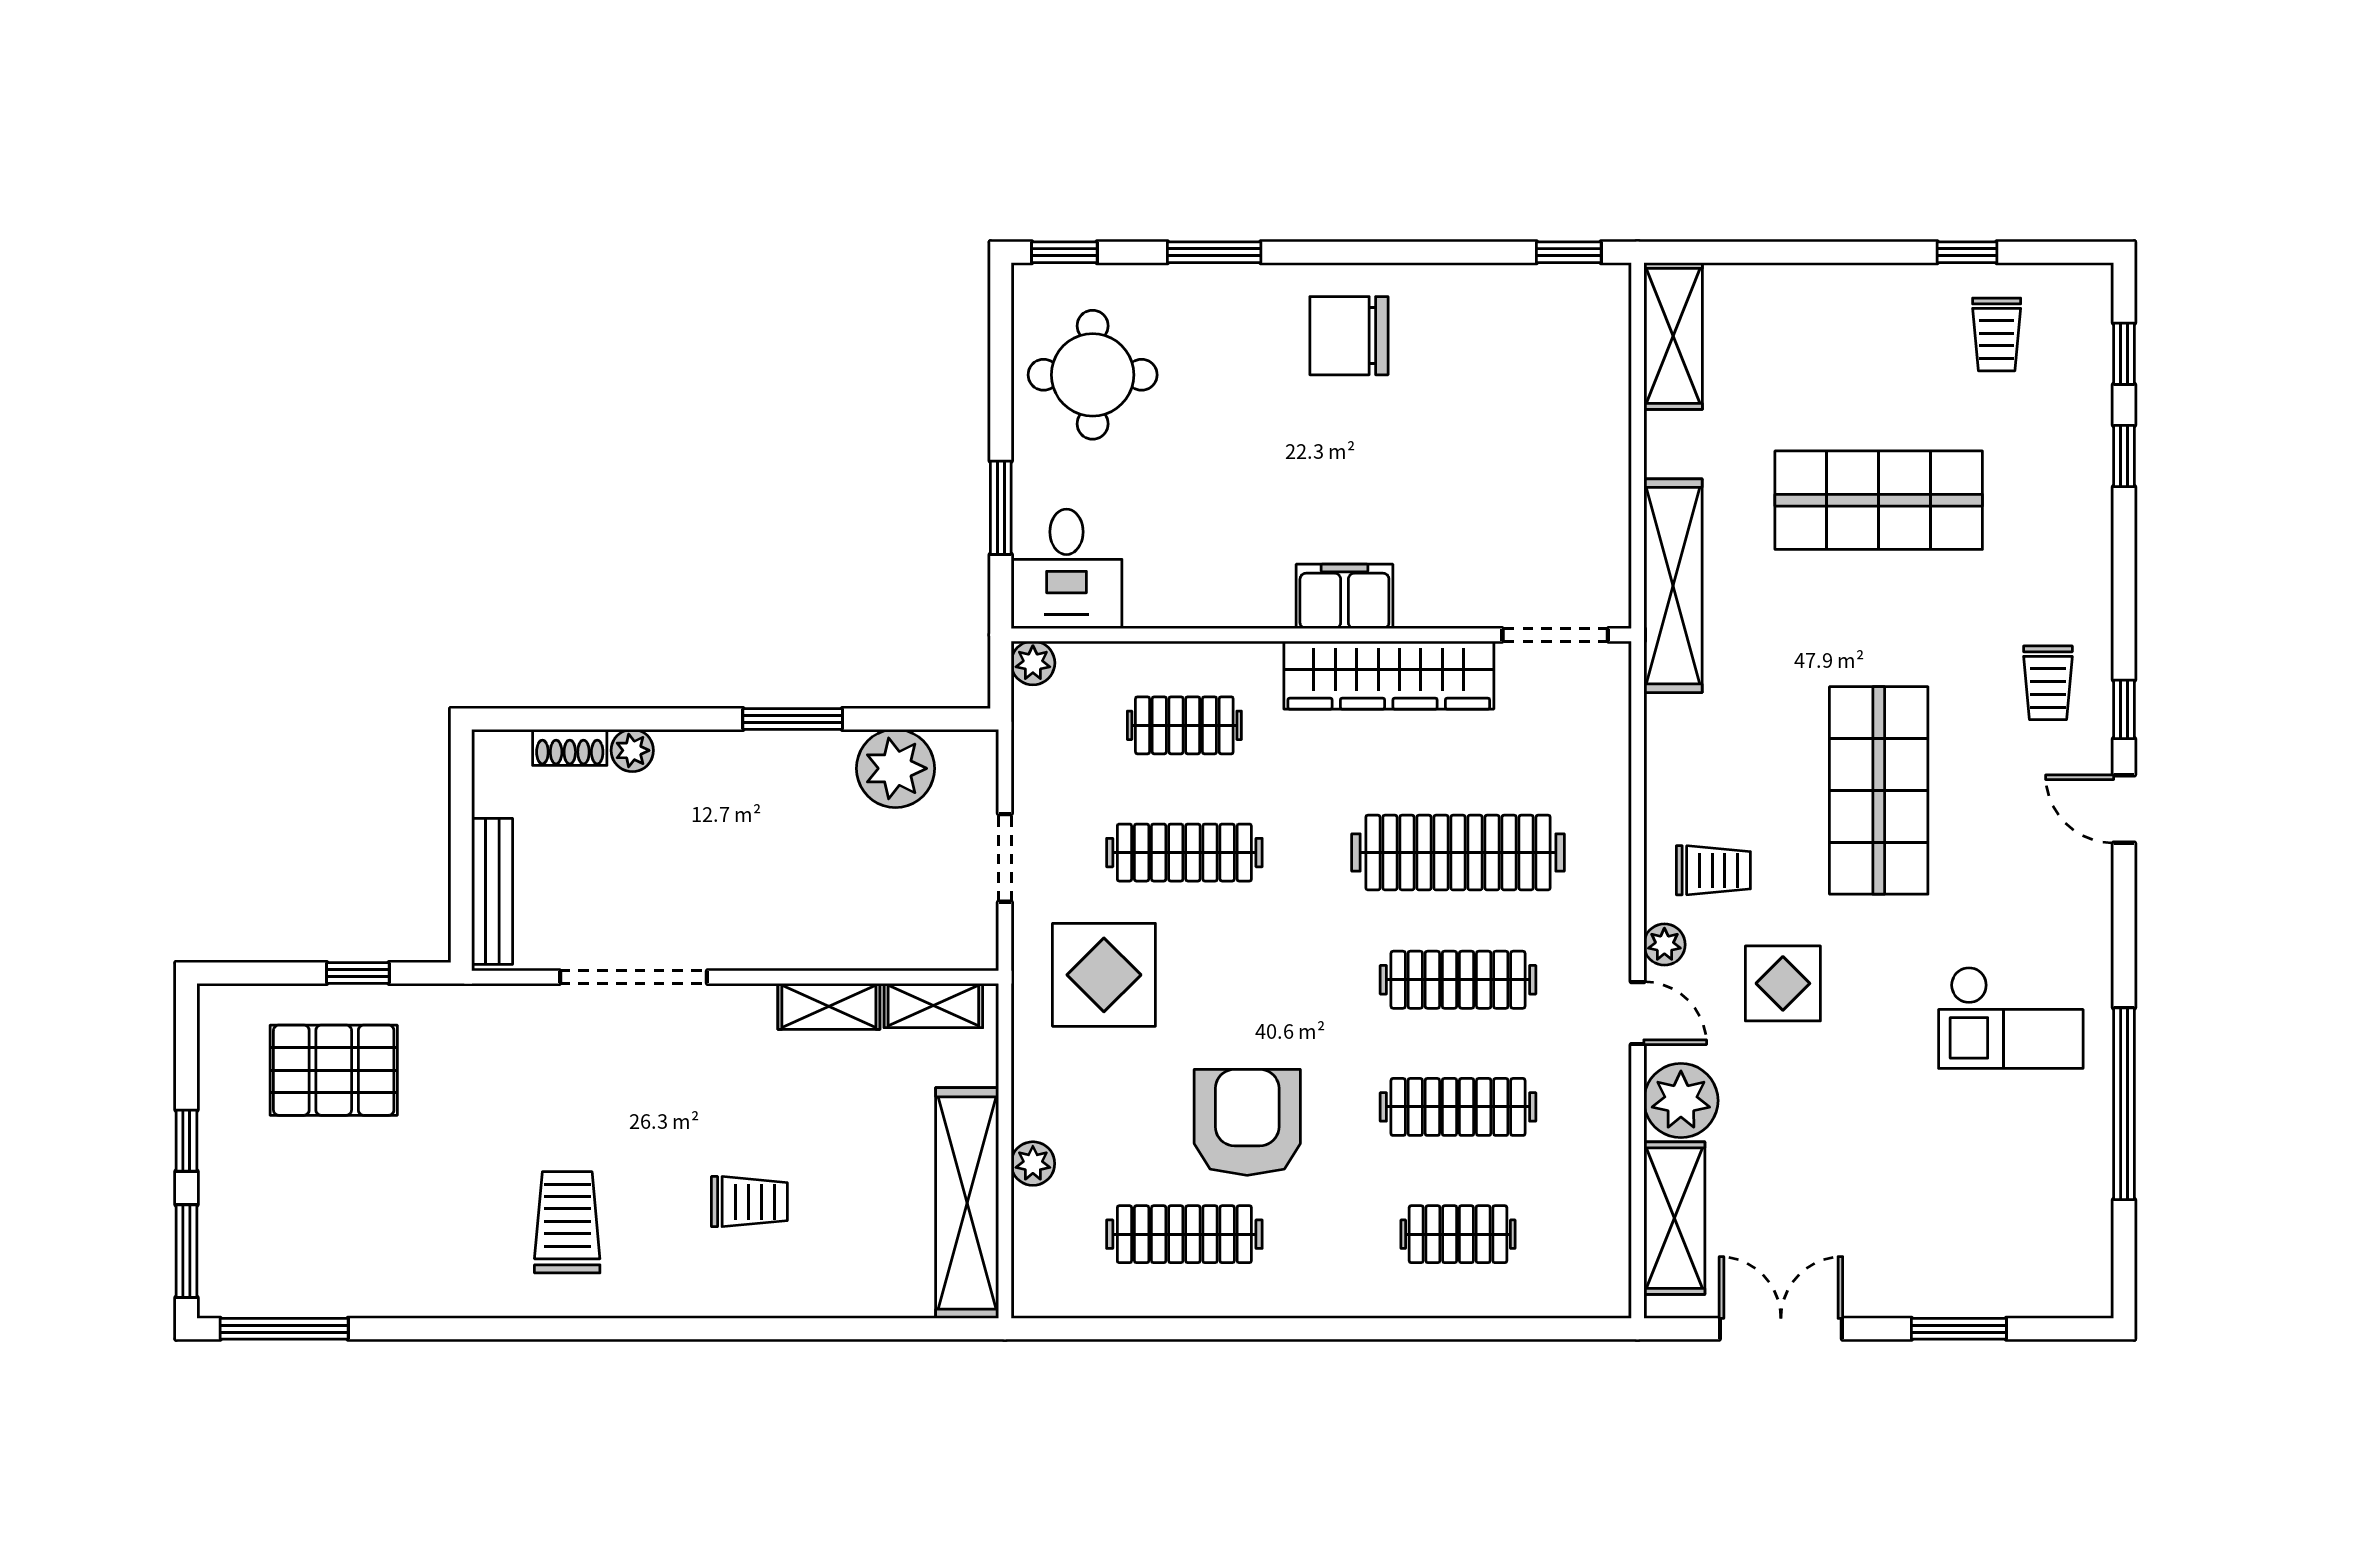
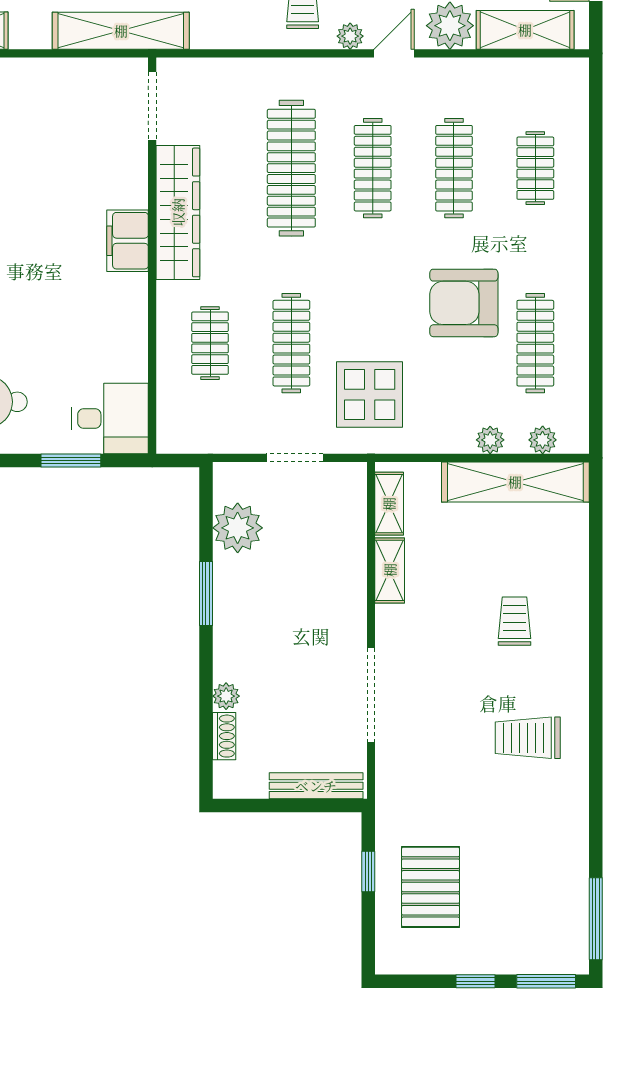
plant: (1033, 663) -> (543, 440), moved

